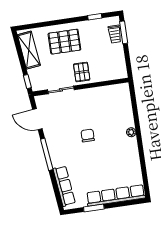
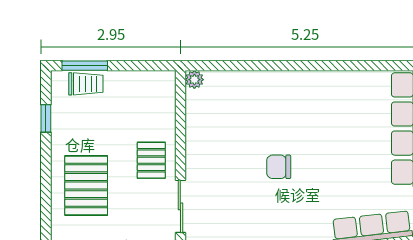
pallet: (82, 72) -> (151, 160), turned 90
plant: (131, 132) -> (194, 80), moved

